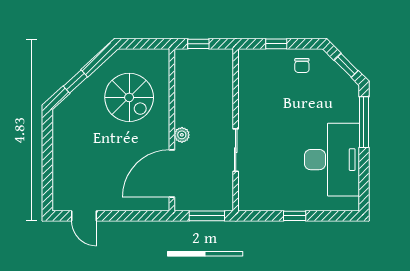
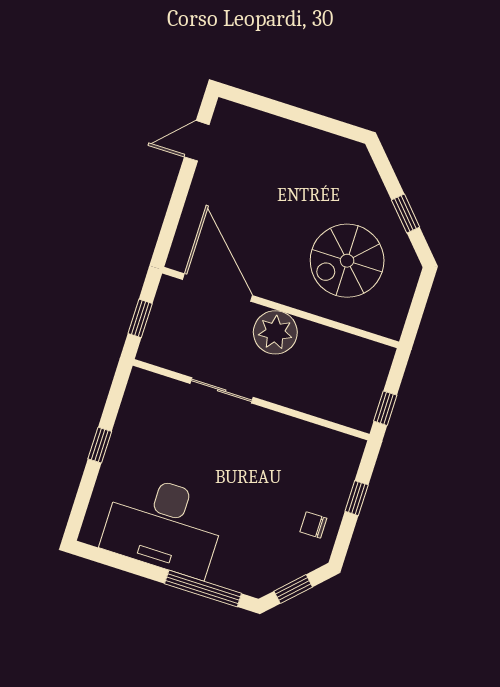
window: (198, 44) -> (385, 408), moved
window: (75, 81) -> (406, 213), moved
plant: (182, 135) -> (275, 332), width x1.88, depth x1.88
window: (207, 216) -> (140, 318), width x0.67

